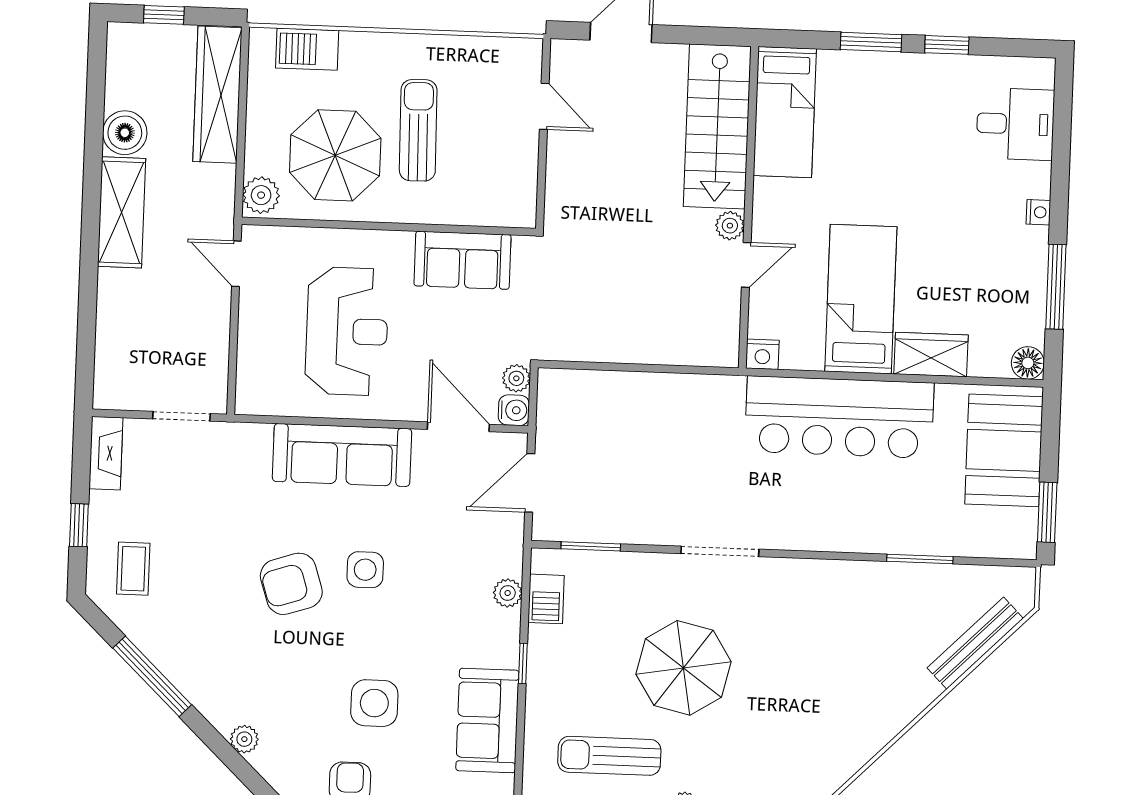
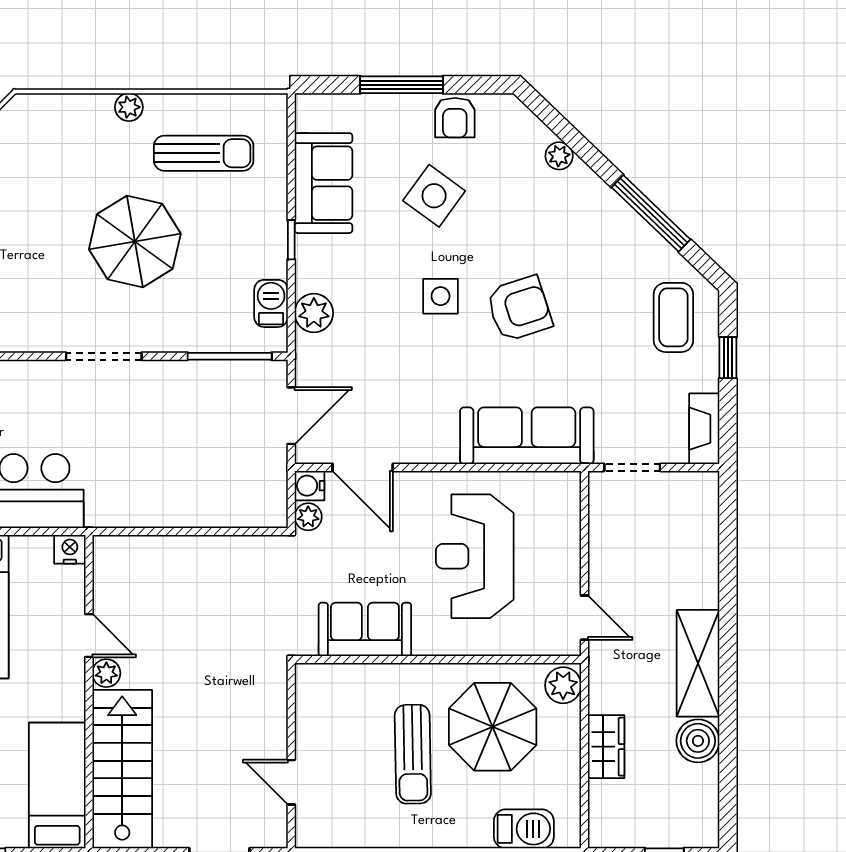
wardrobe: (217, 95) -> (606, 747), width x0.48, depth x0.85
door: (746, 265) -> (89, 636), swing flipped
sofa: (342, 455) -> (527, 436), moved
window: (591, 546) -> (230, 356), width x1.44
coffee table: (133, 569) -> (673, 317), width x1.36, depth x1.30
side table: (365, 570) -> (441, 296), moved
plant: (508, 593) -> (314, 313), width x1.38, depth x1.38
side table: (374, 703) -> (434, 196), turned 36

